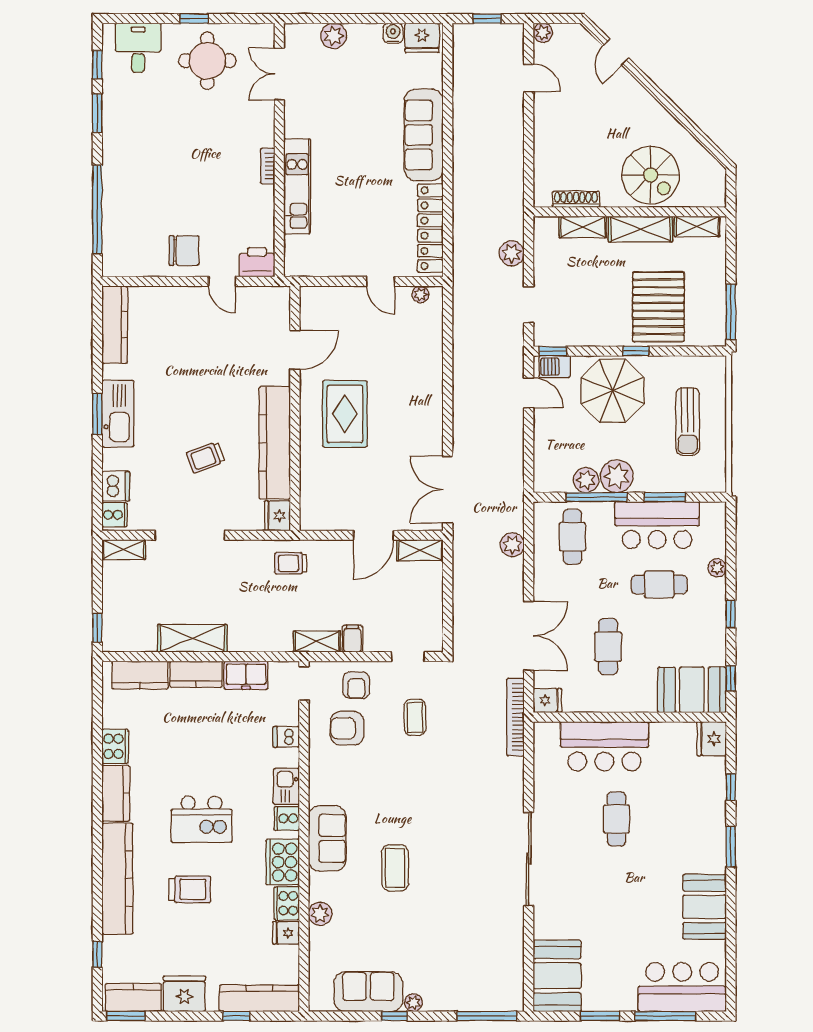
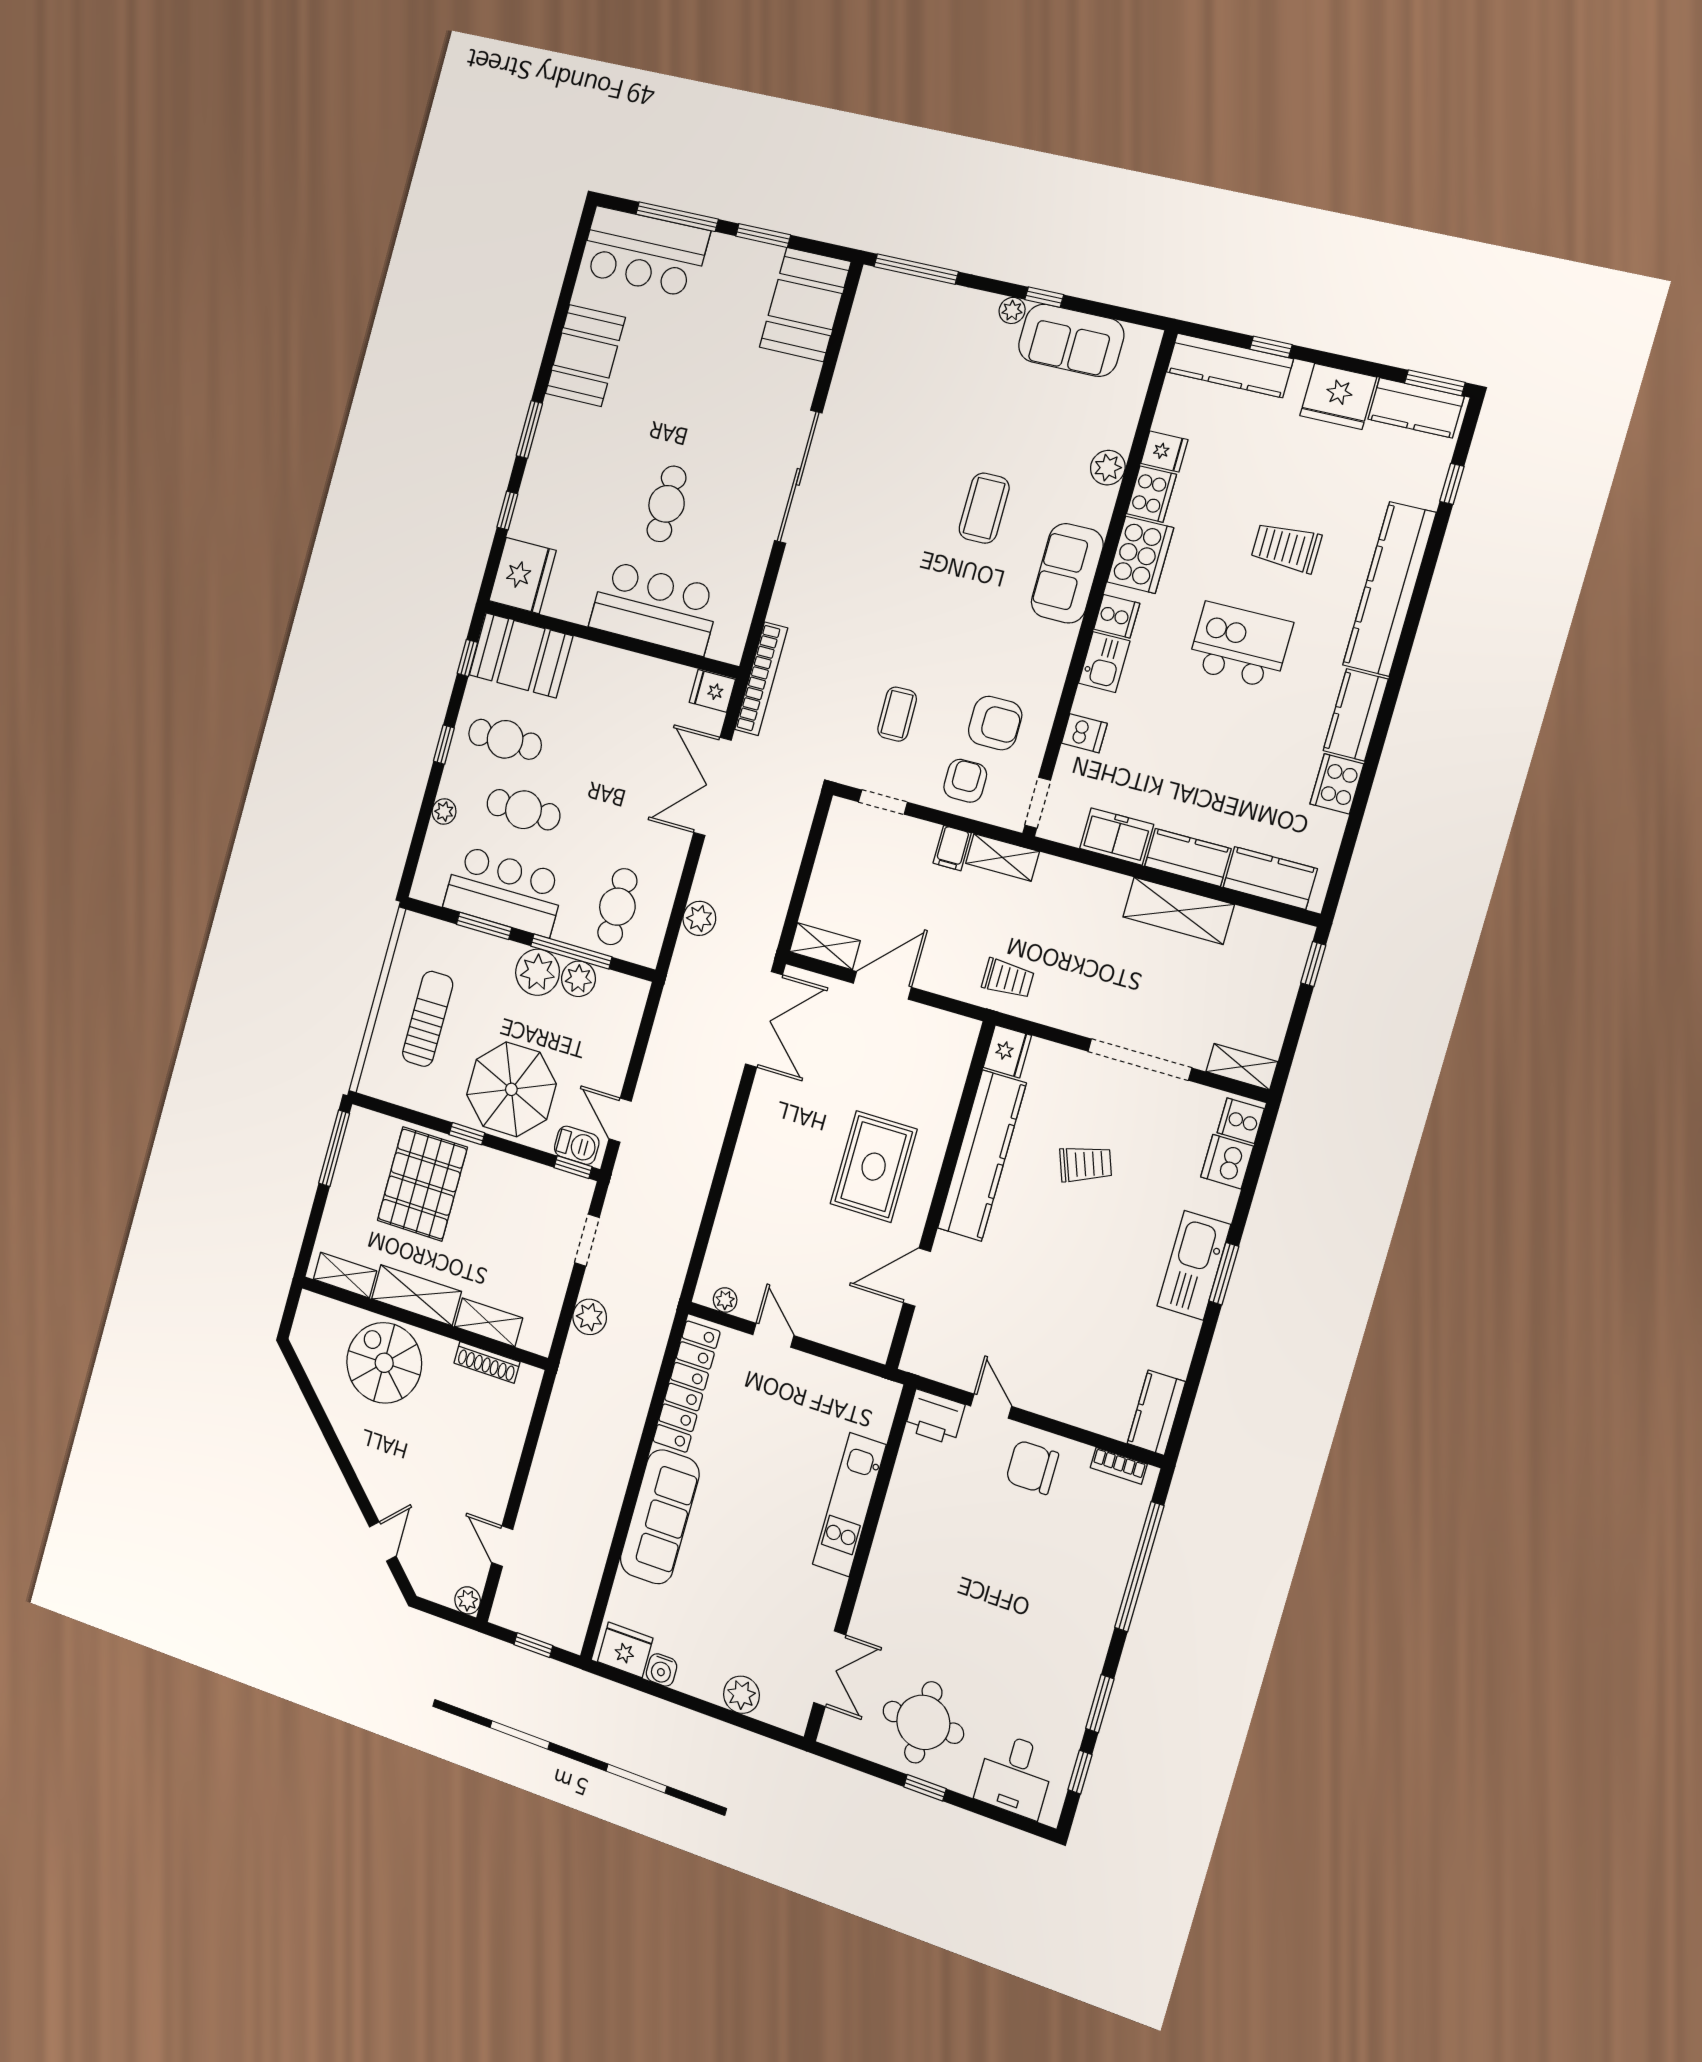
bookcase: (268, 166) -> (1119, 1466), moved, turned 90
kitchen counter: (115, 325) -> (1156, 1413), width x0.67
cafe table: (608, 647) -> (505, 739), moved, turned 90
fridge: (712, 739) -> (523, 576), width x1.36, depth x1.34

